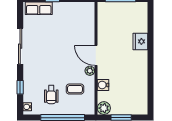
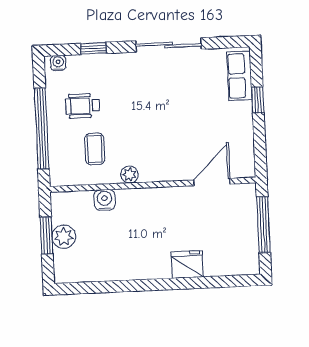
door: (96, 55) -> (212, 182), moved
plant: (104, 108) -> (64, 237), moved

